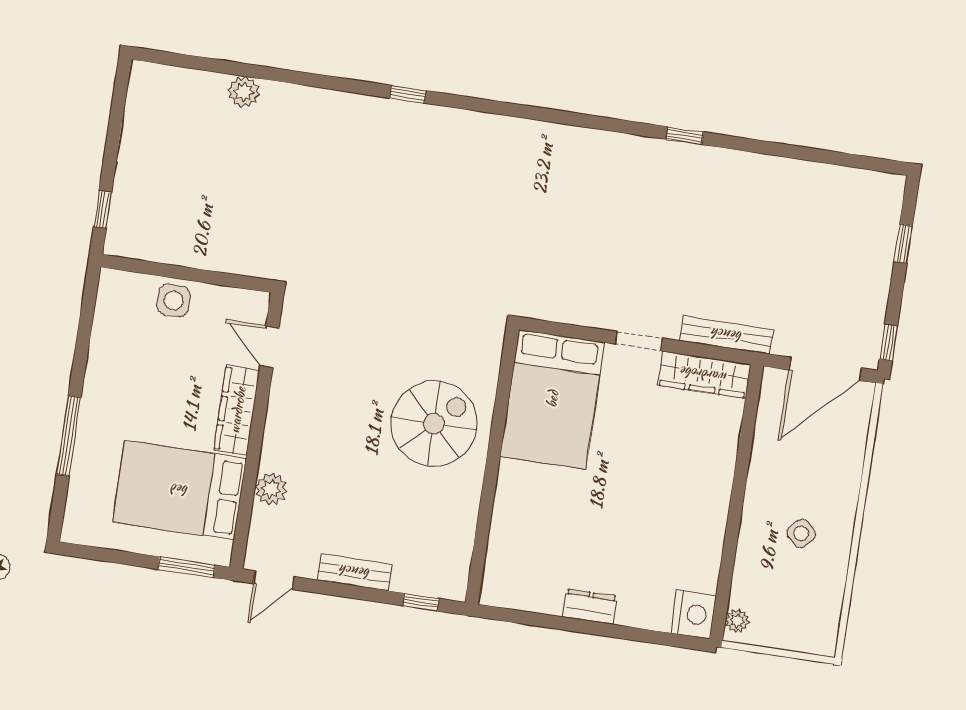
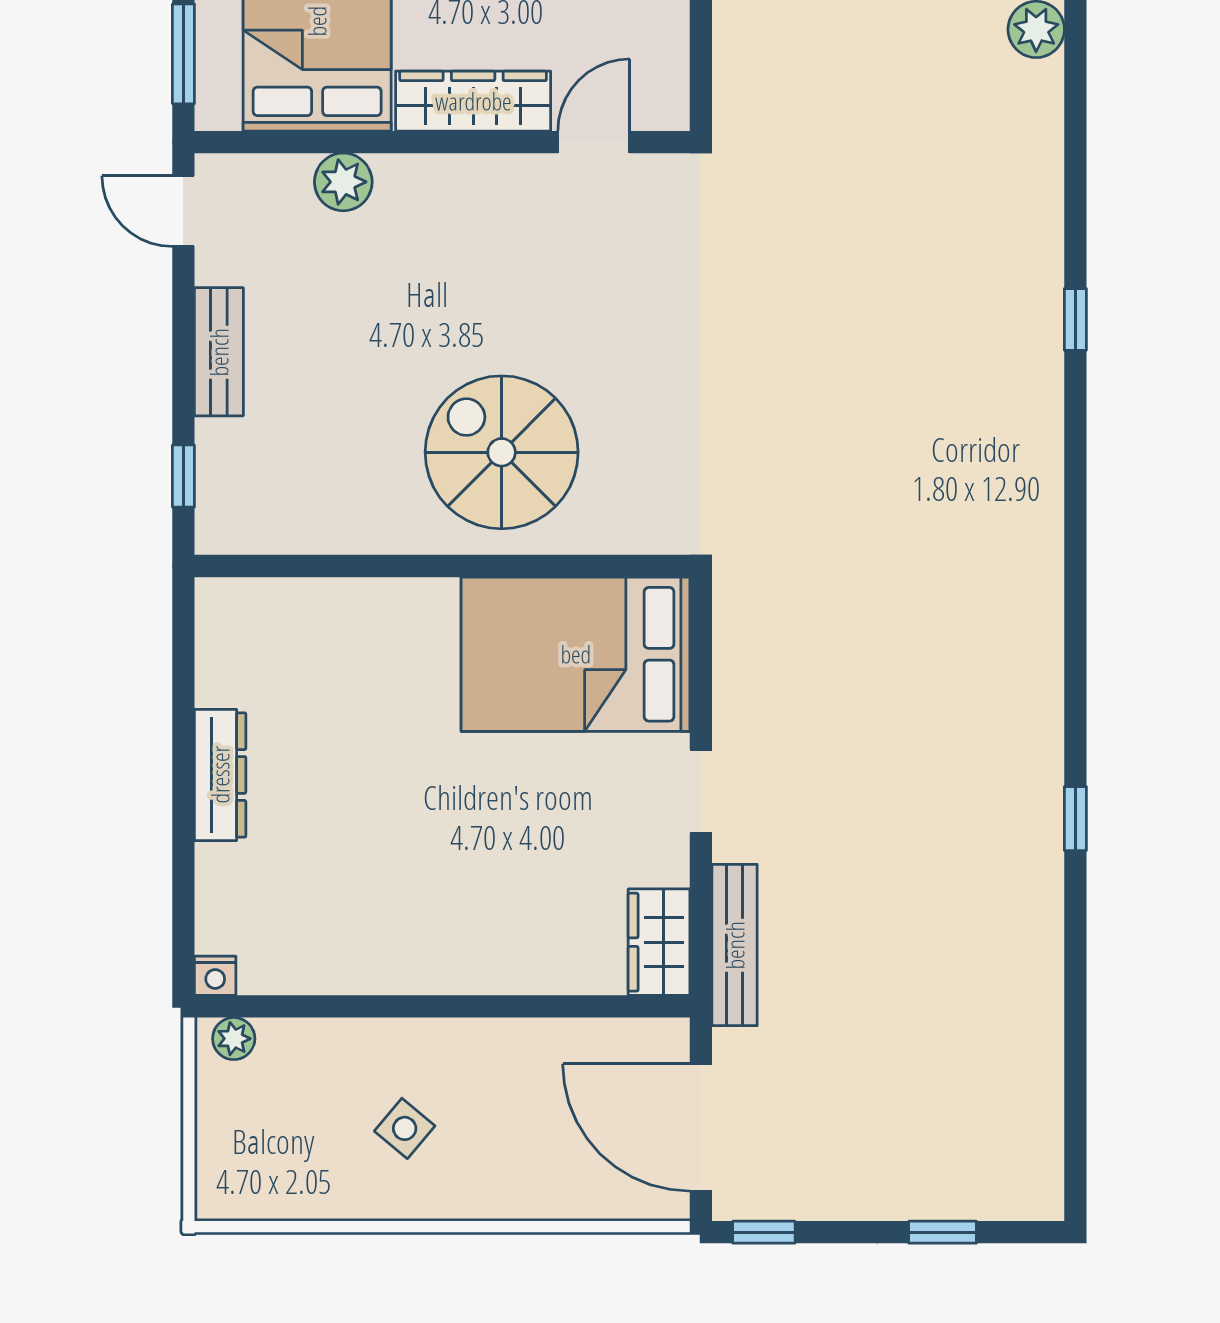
wardrobe: (704, 375) -> (659, 942), width x0.67
spiral stairs: (434, 424) -> (502, 452), turned 180
dresser: (590, 607) -> (220, 775), width x1.44
nightstand: (694, 614) -> (215, 976), width x0.53, depth x0.56

